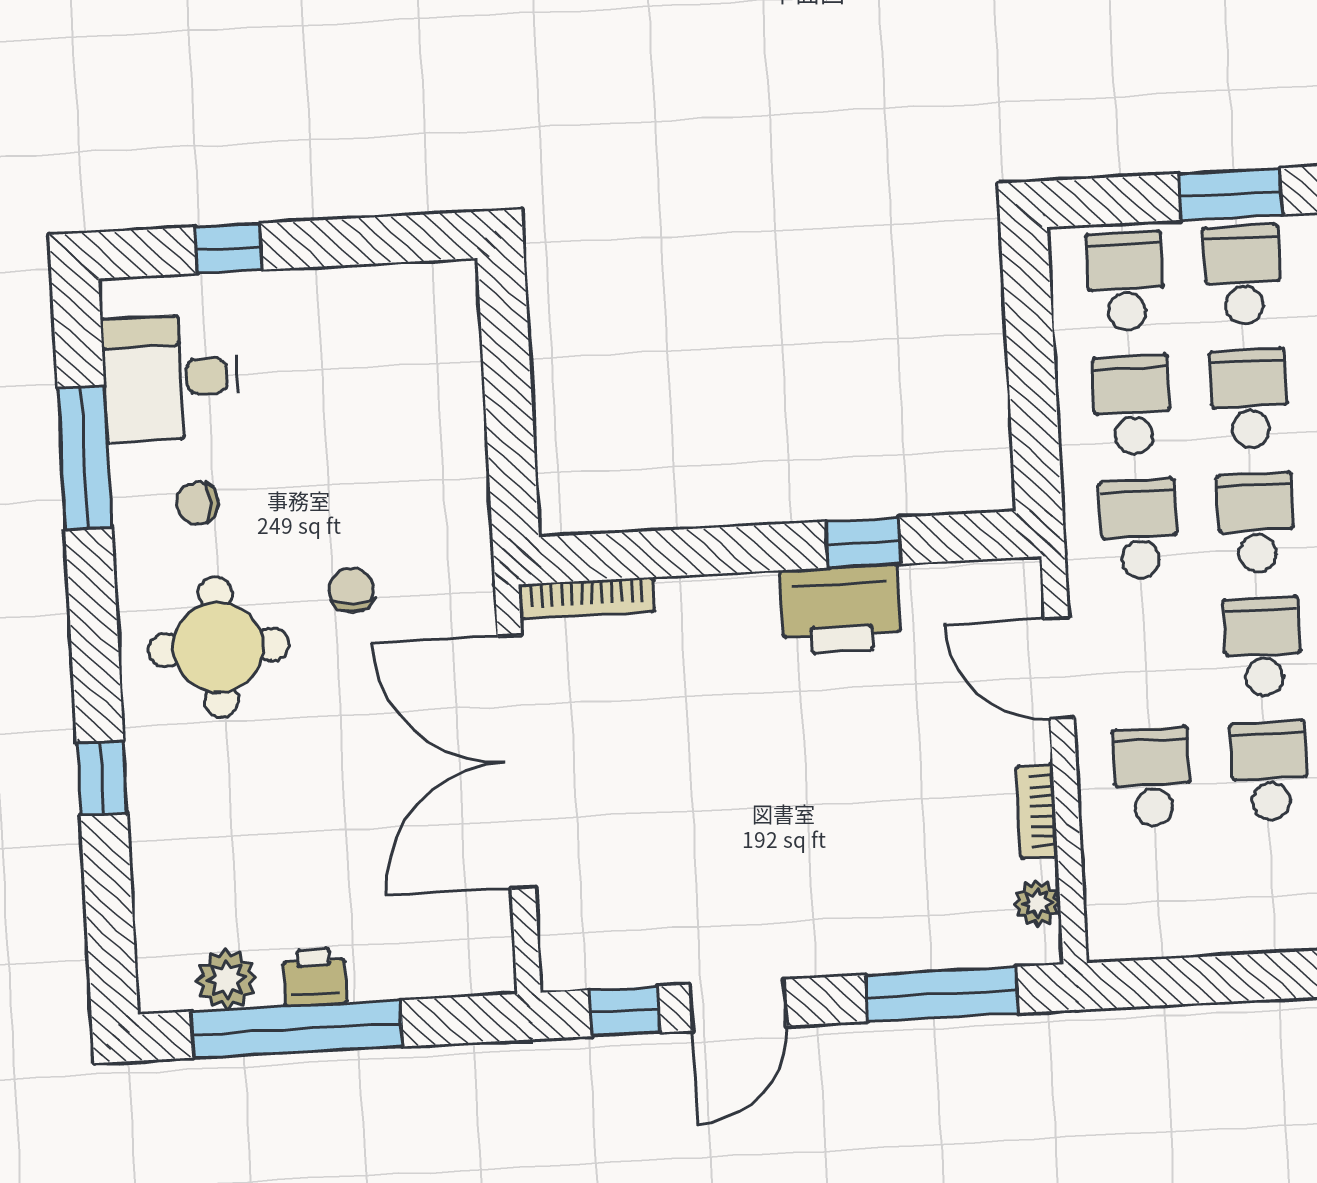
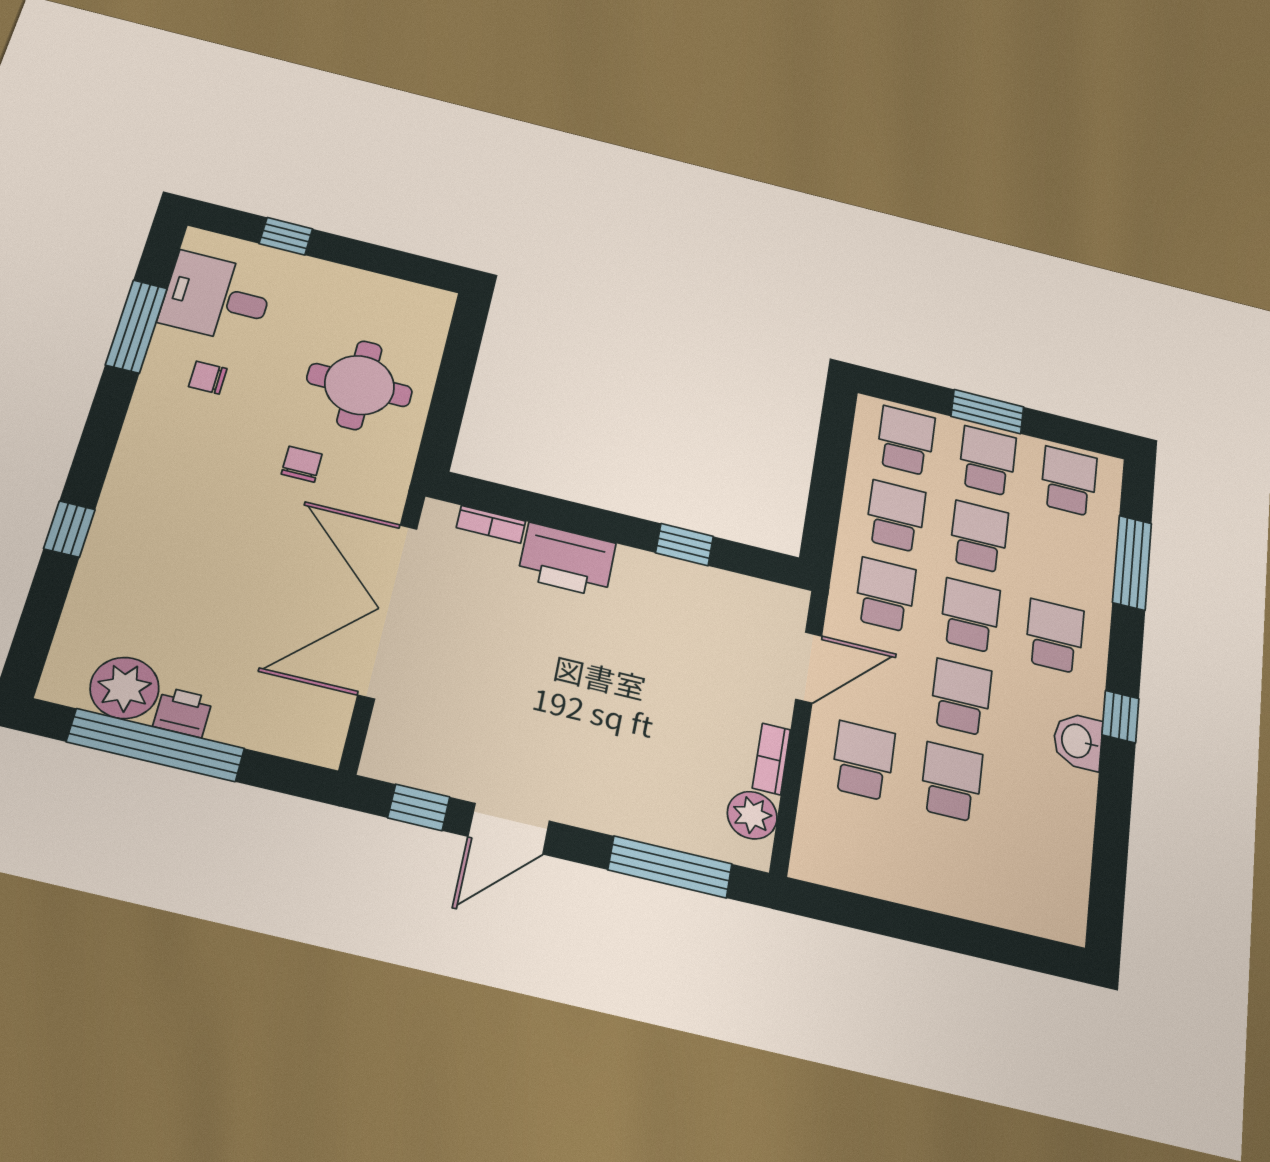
bookcase: (587, 598) -> (491, 524), width x0.64
printer: (840, 609) -> (567, 560), moved
round table: (218, 647) -> (359, 385), moved
door: (1059, 668) -> (809, 667), swing flipped
plant: (1037, 903) -> (752, 815), width x1.38, depth x1.38
plant: (227, 979) -> (124, 688), width x1.36, depth x1.36

